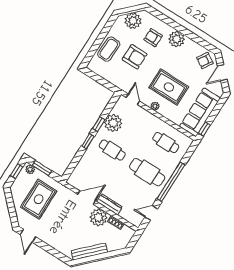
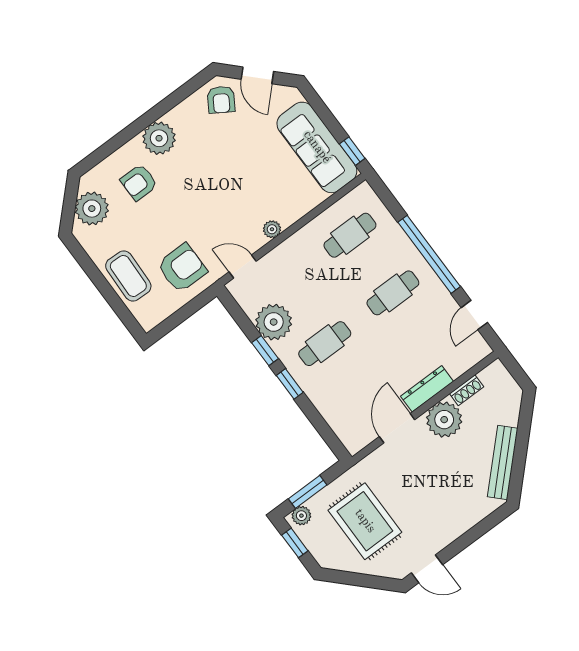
armchair: (135, 57) -> (182, 268), moved
rug: (169, 87) -> (246, 189), removed
cafe table: (147, 172) -> (393, 293), width x0.73, depth x0.74

